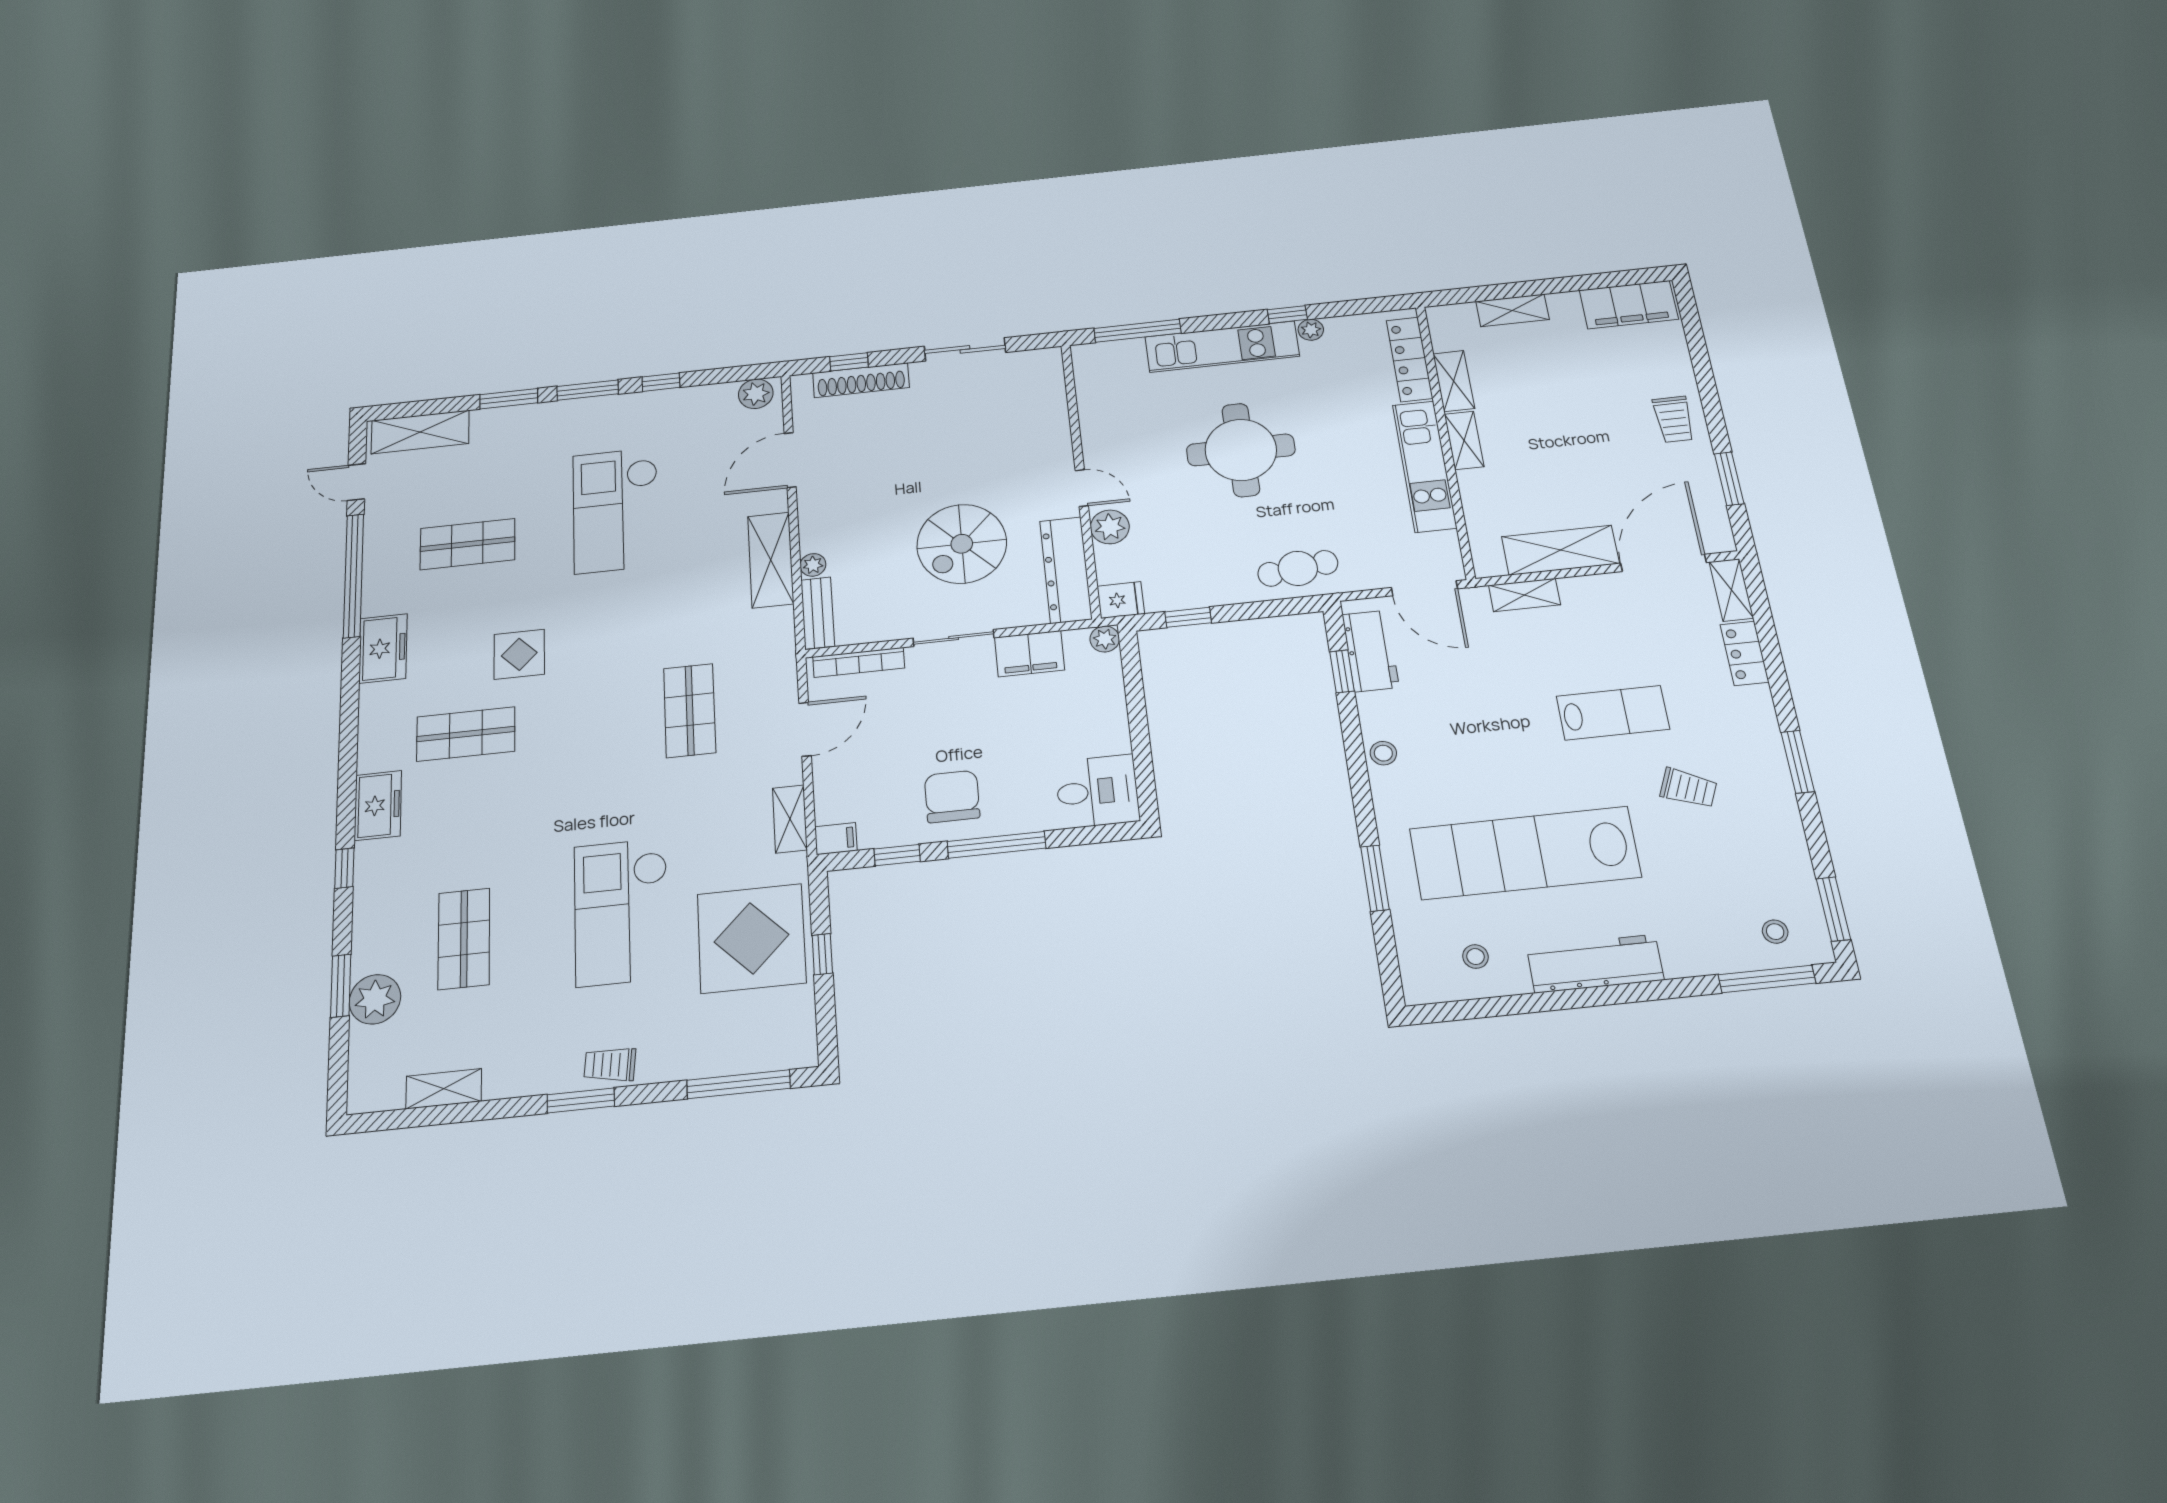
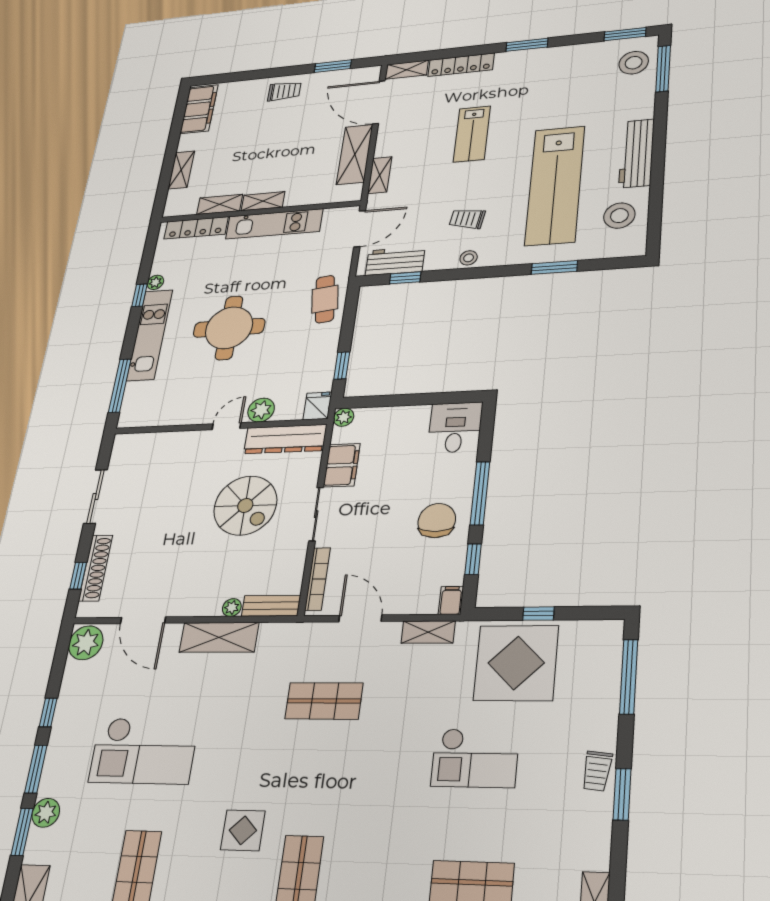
plant: (756, 394) -> (86, 643), width x1.36, depth x1.36
plant: (533, 419) -> (46, 813), added
locker: (1744, 653) -> (461, 65), width x1.53
lab bench: (1613, 713) -> (472, 134), turned 180
trolley: (1688, 788) -> (467, 219), moved, turned -103
chair: (952, 796) -> (437, 521), turned 90
checkout: (621, 912) -> (475, 758), width x0.73, depth x0.83
stool: (1775, 932) -> (634, 63), width x1.89, depth x1.89
stool: (1475, 957) -> (619, 216), width x1.89, depth x1.89

